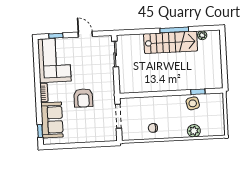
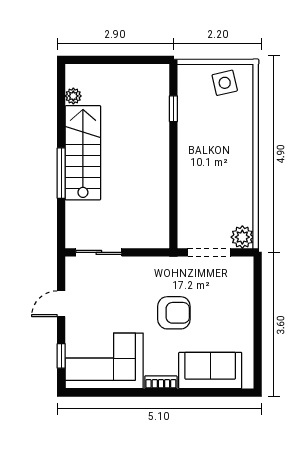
window: (174, 30) -> (61, 173), moved
side table: (193, 103) -> (225, 83), moved
chair: (153, 128) -> (234, 192), removed
window: (40, 131) -> (229, 393), removed
plant: (194, 131) -> (242, 237), moved

